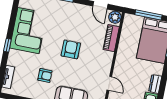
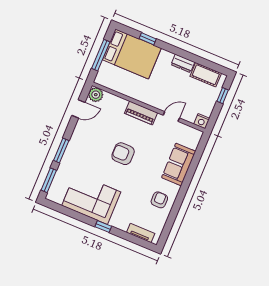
piano: (111, 38) -> (141, 113), moved
armchair: (45, 75) -> (159, 200), moved

